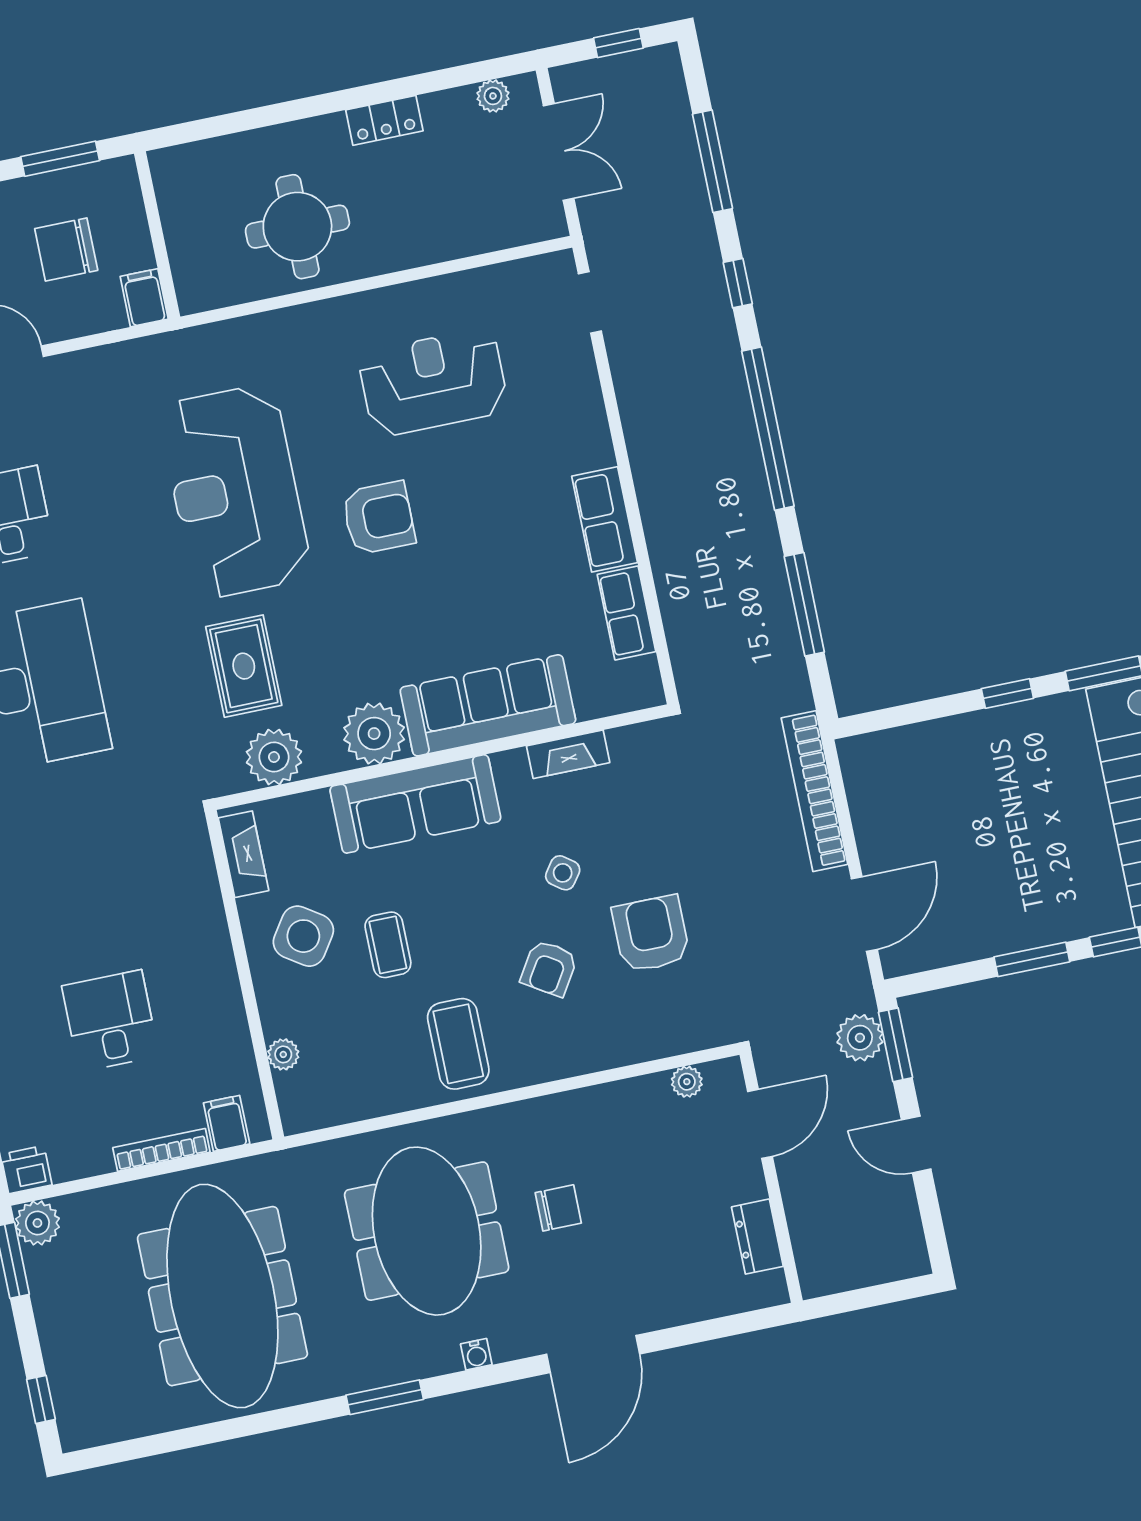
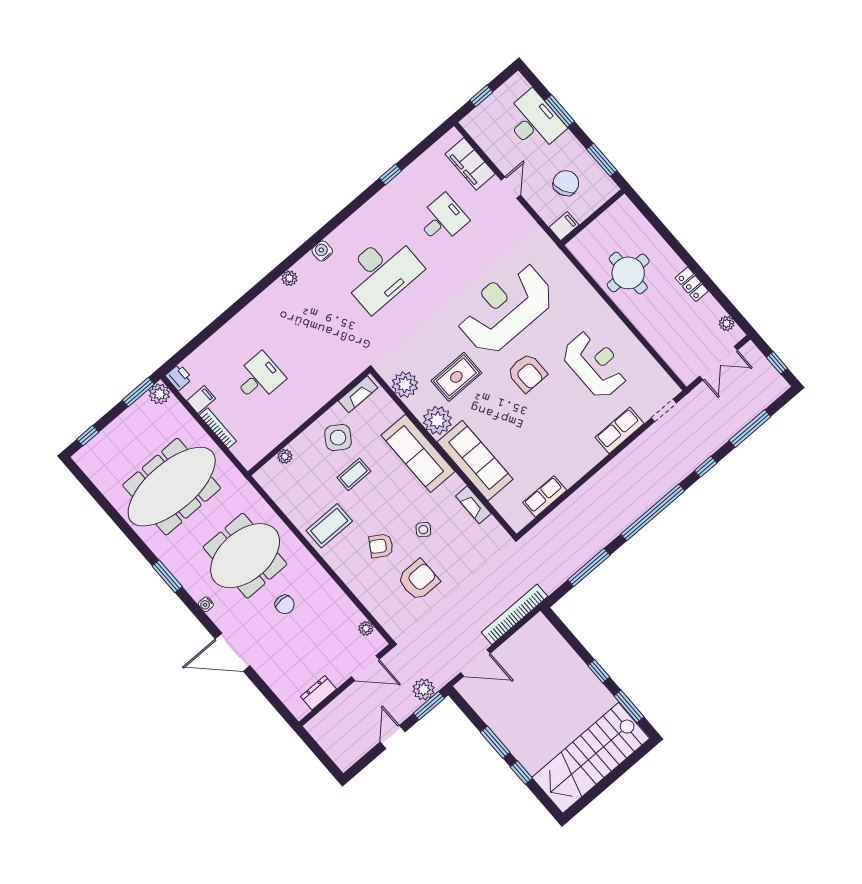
chair: (66, 250) -> (566, 183), turned 65
row of seats: (605, 519) -> (620, 430), moved
rug: (244, 666) -> (456, 377), moved
filing cabinet: (227, 1123) -> (201, 400), moved

